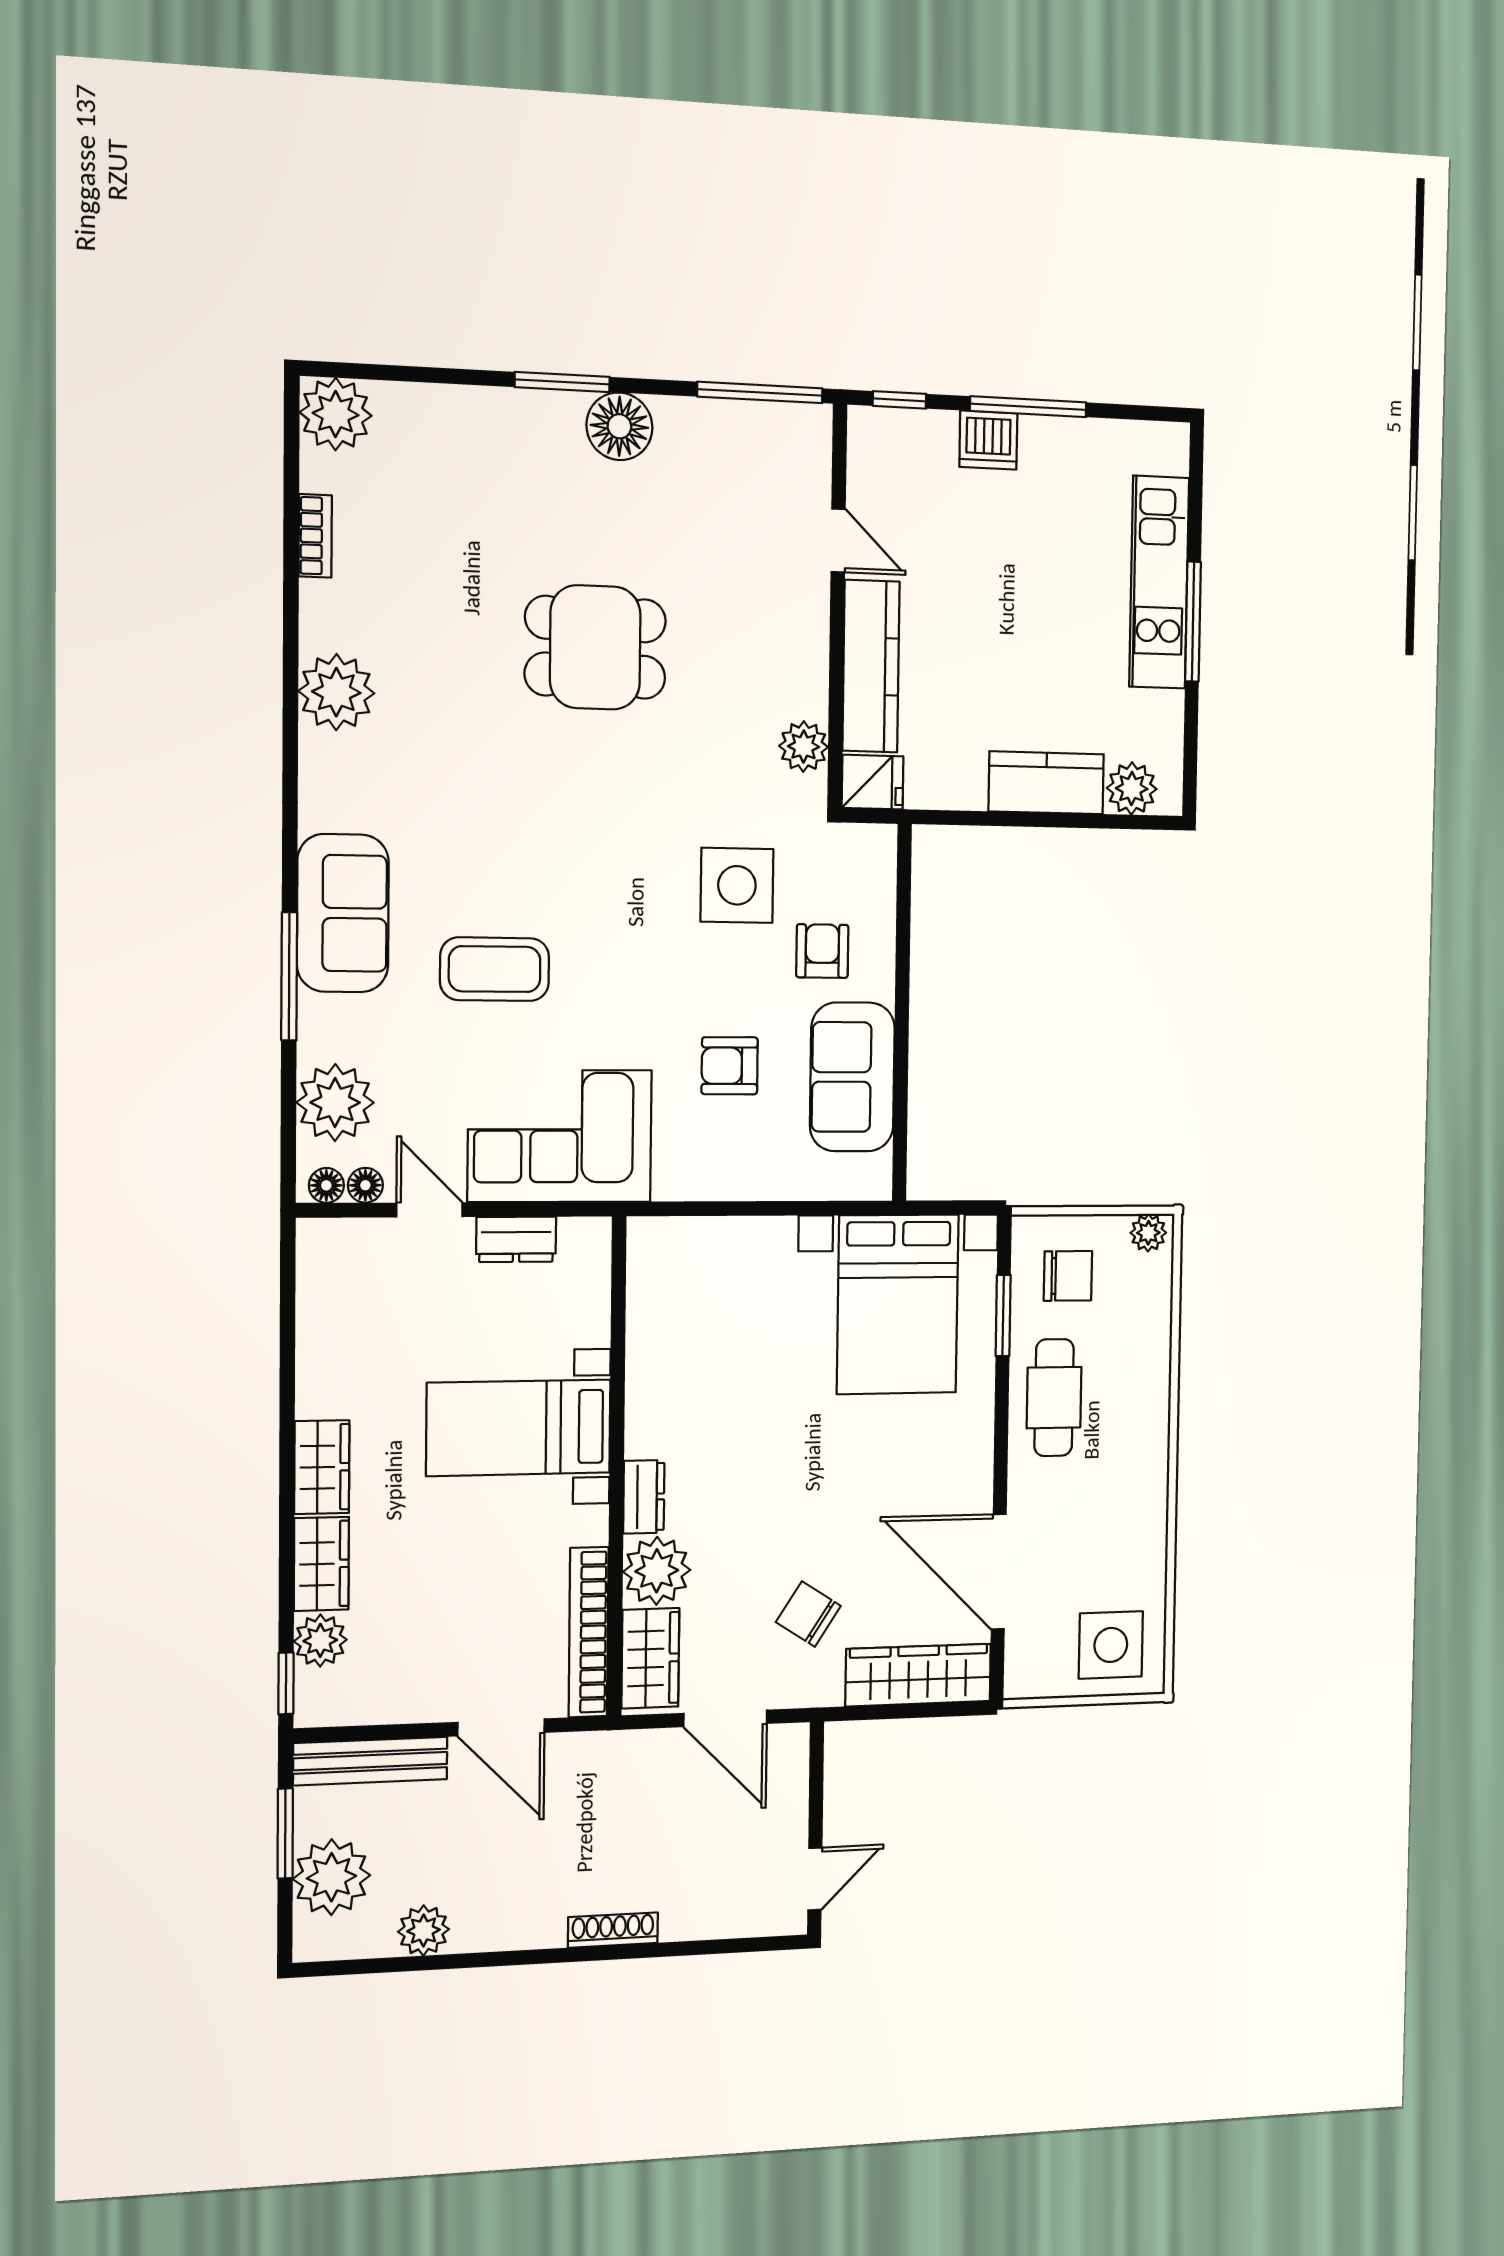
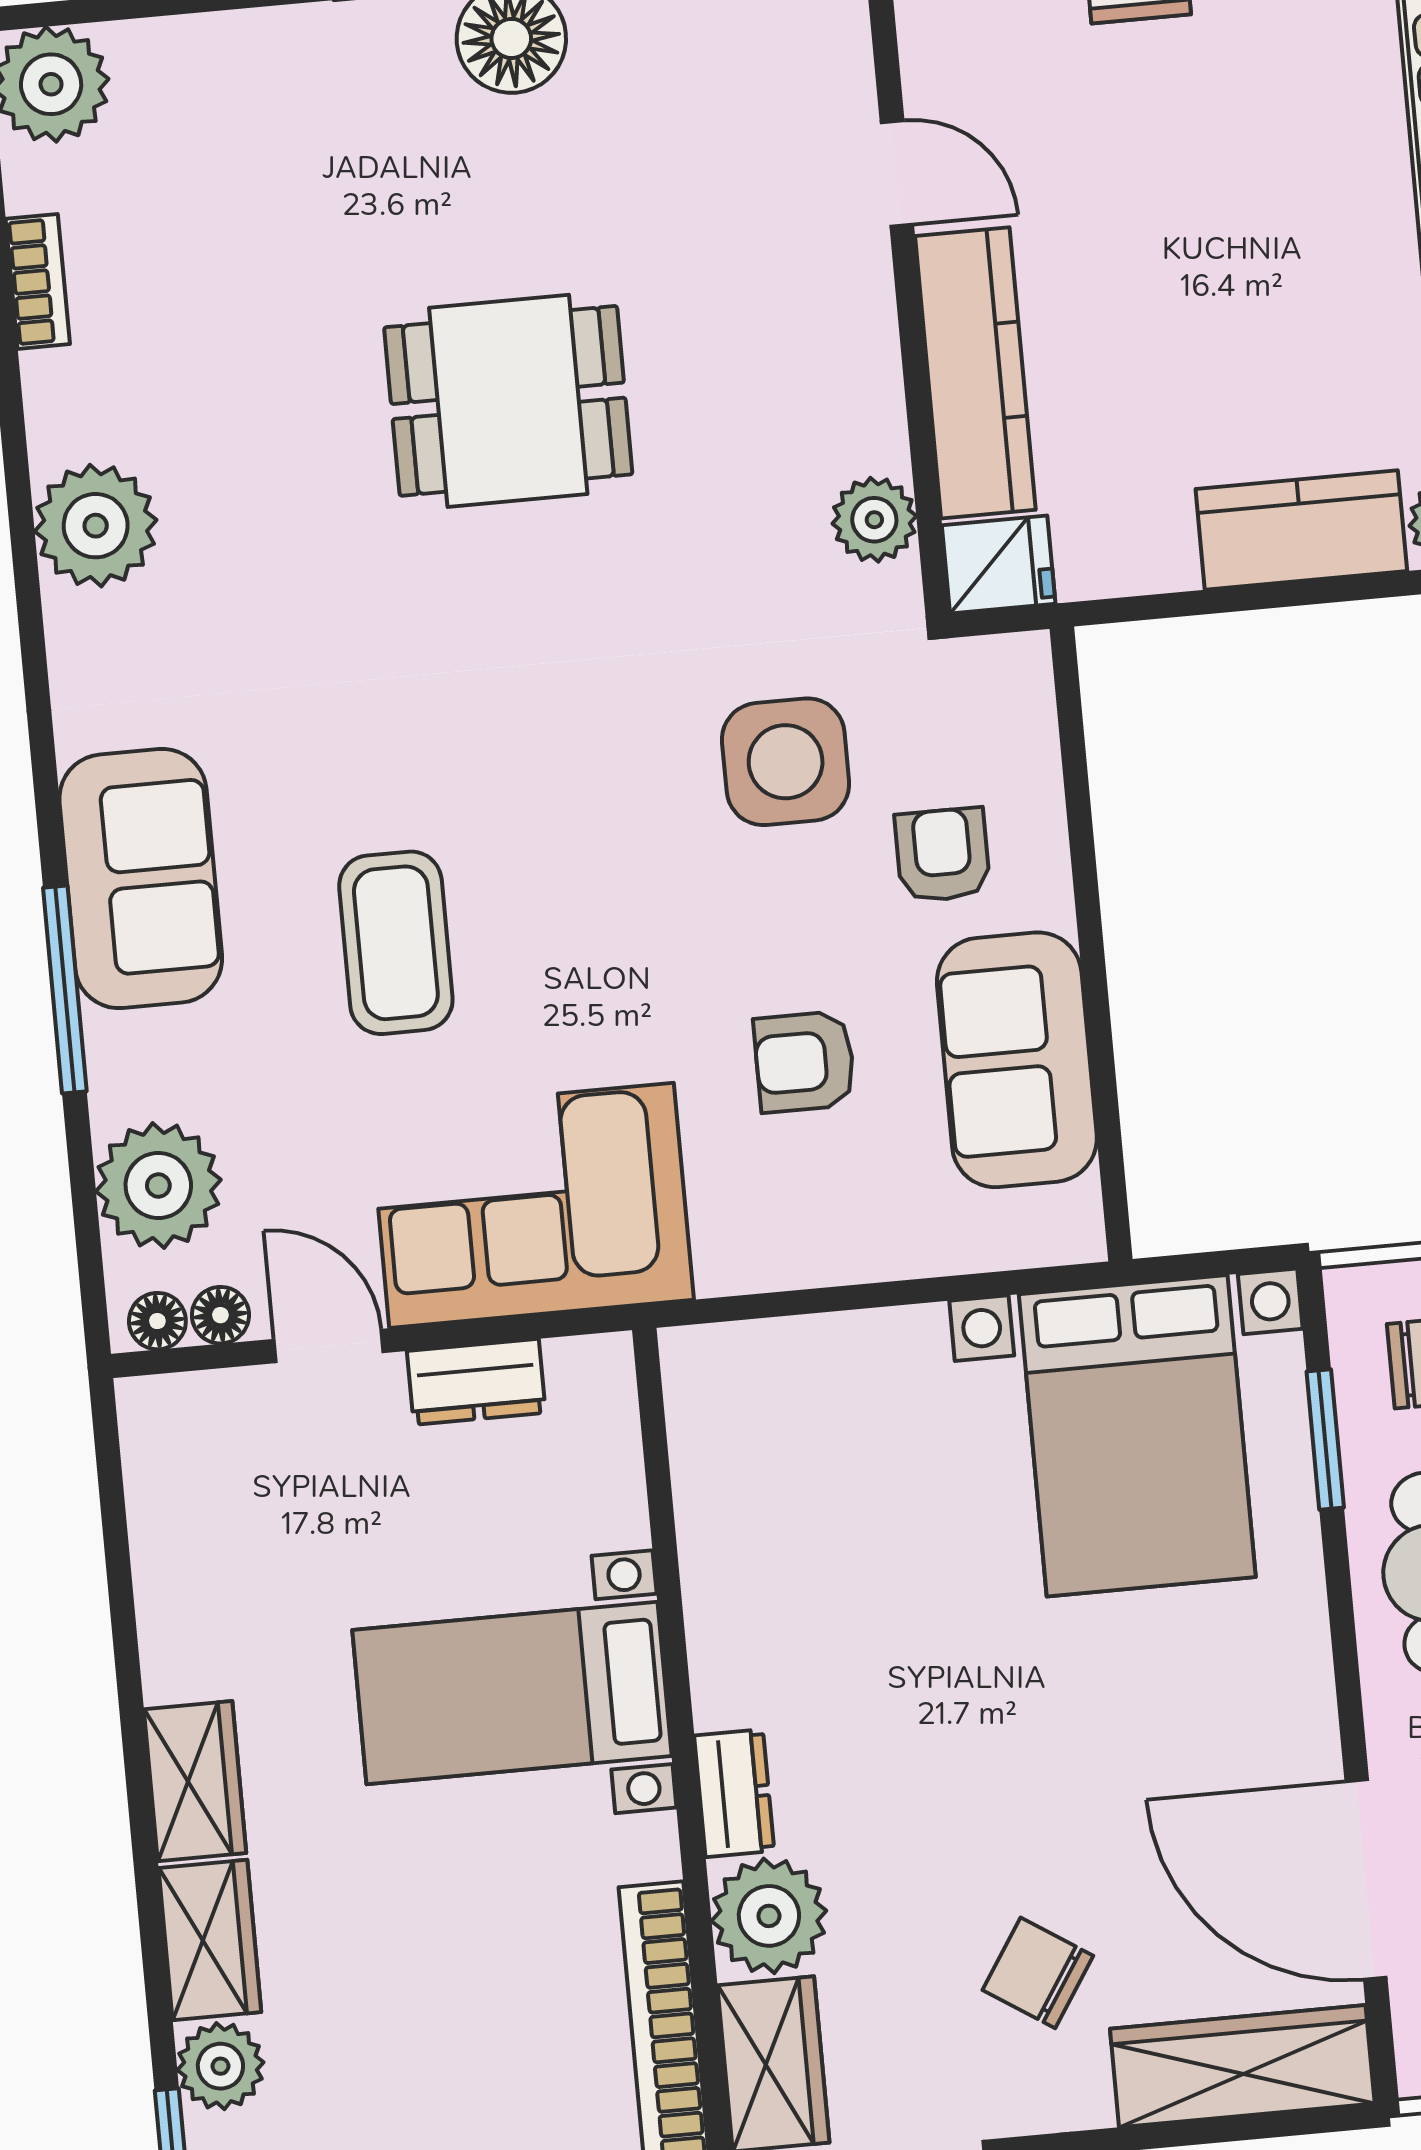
coffee table: (495, 969) -> (396, 943), turned 90

